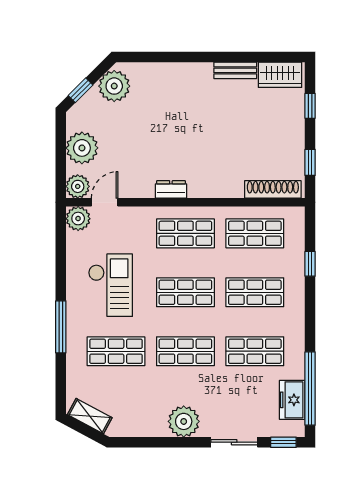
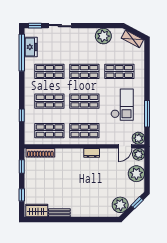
checkout: (110, 285) -> (122, 105), turned 180
window: (61, 327) -> (147, 114), moved
plant: (184, 421) -> (103, 36), moved

